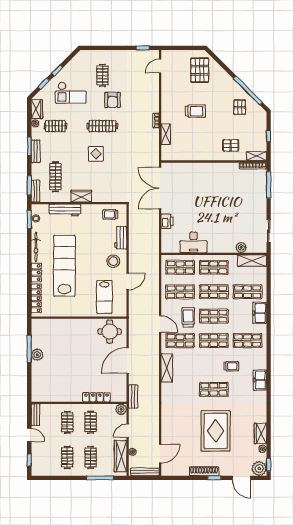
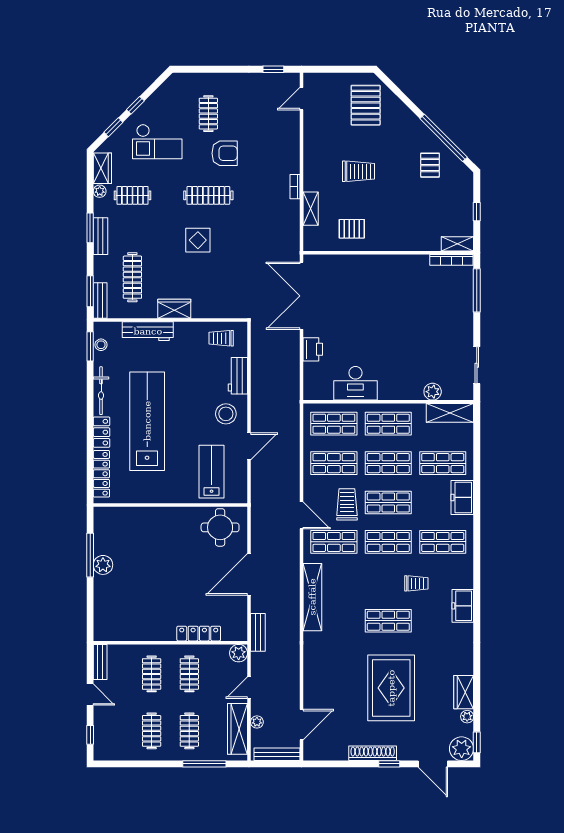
armchair: (112, 100) -> (225, 153), turned -90
pallet: (231, 145) -> (352, 229), moved
lab bench: (104, 297) -> (212, 472), turned 180
shelving: (167, 368) -> (312, 597), width x1.47

